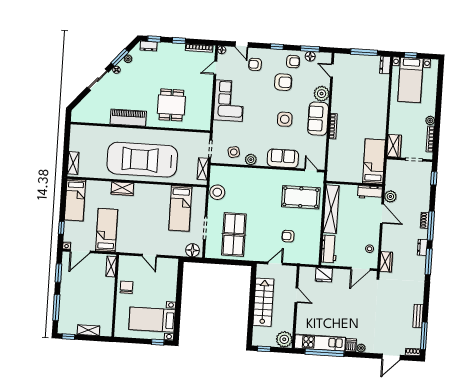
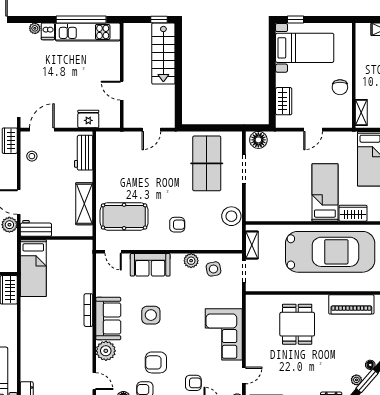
bed: (180, 208) -> (325, 192), moved
shelving: (331, 209) -> (84, 204), width x0.68
armchair: (288, 236) -> (177, 225), moved
door: (149, 256) -> (313, 130), swing flipped
wardrobe: (171, 279) -> (284, 101), added
stairs: (263, 302) -> (163, 54), moved
plant: (284, 339) -> (134, 33), removed

